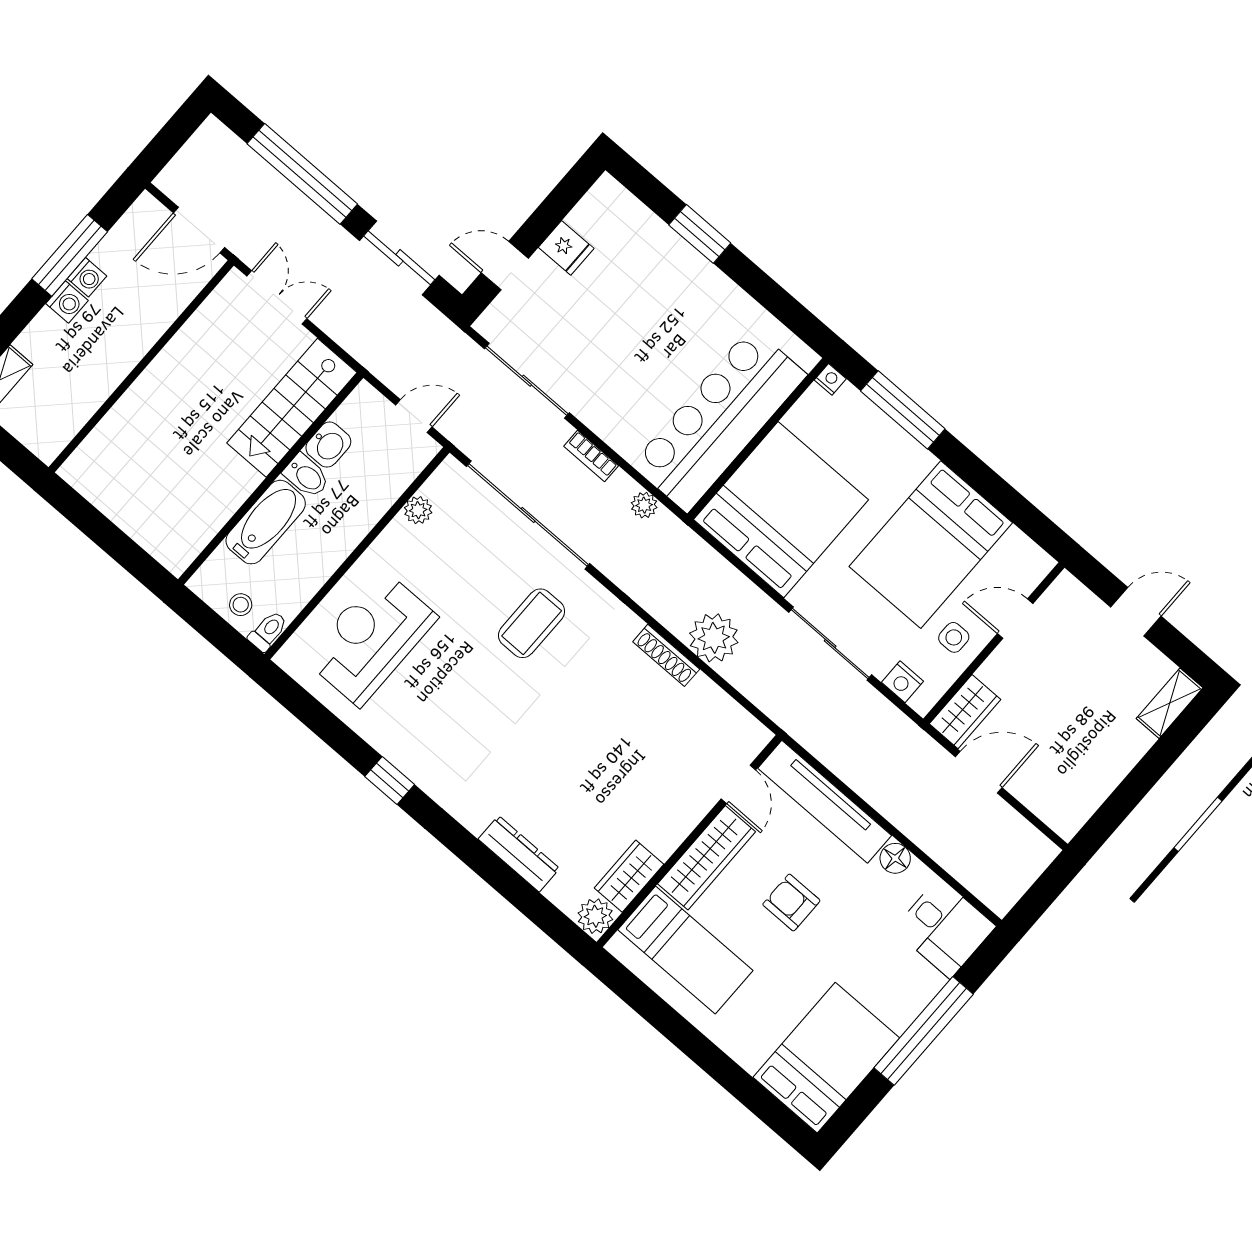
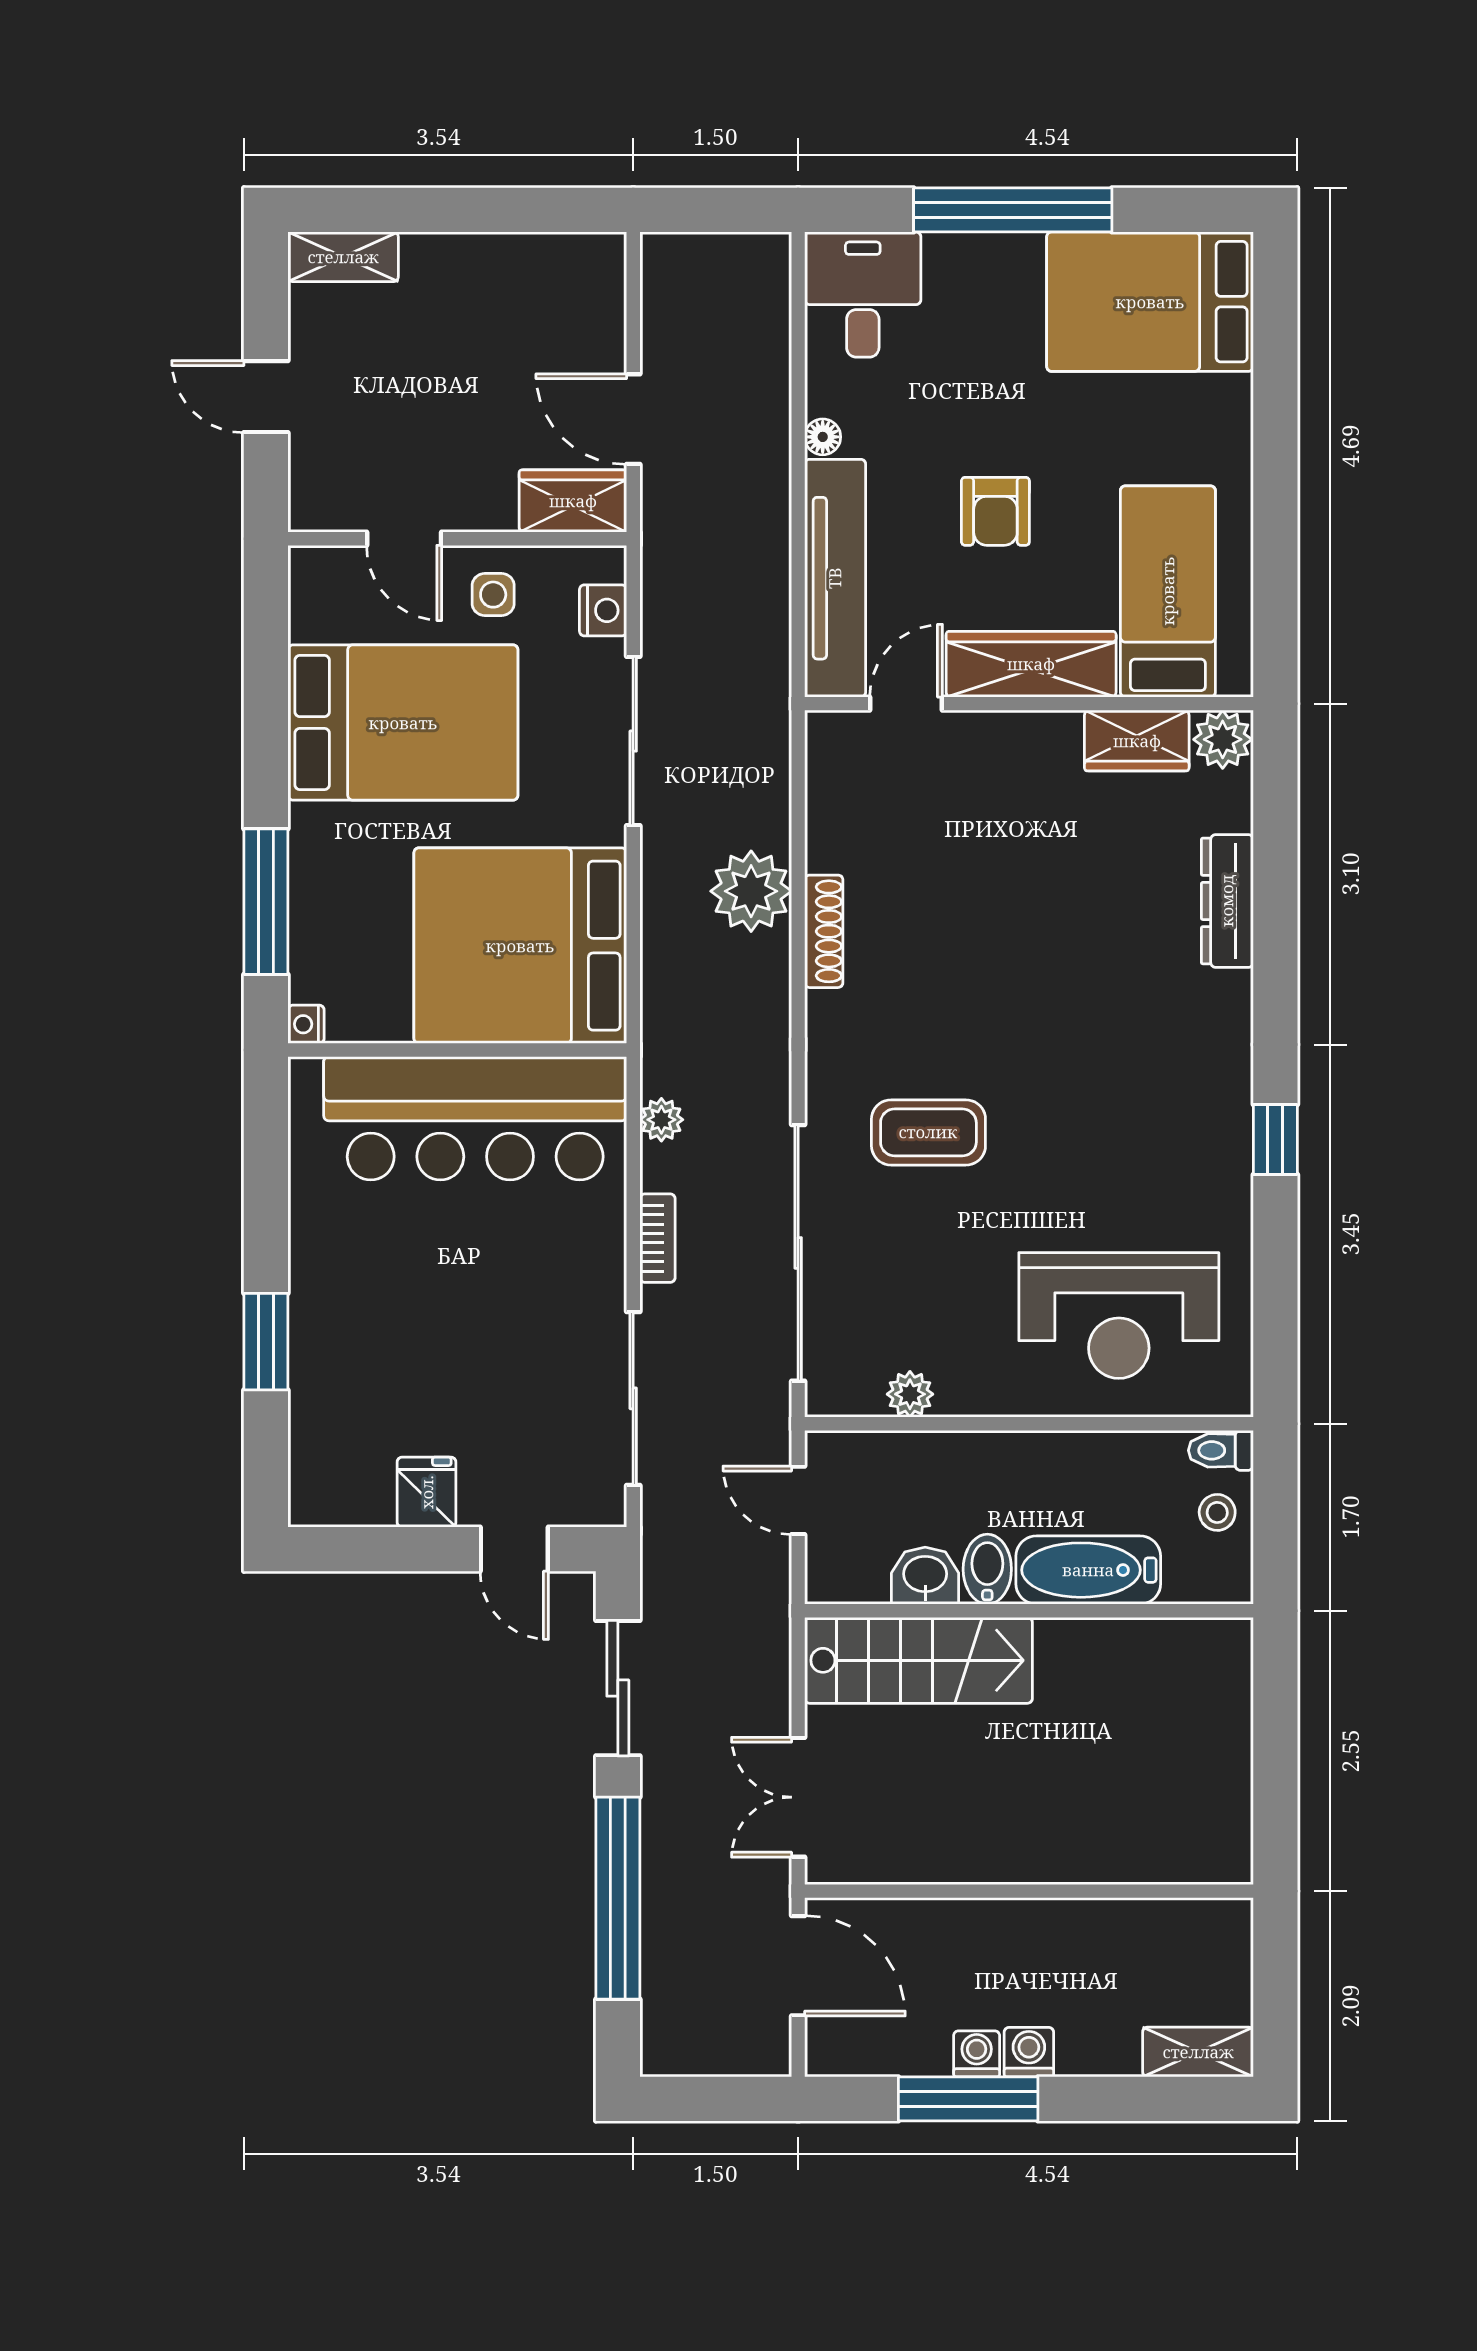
floor lamp: (895, 858) -> (823, 437), width x0.73, depth x0.73

